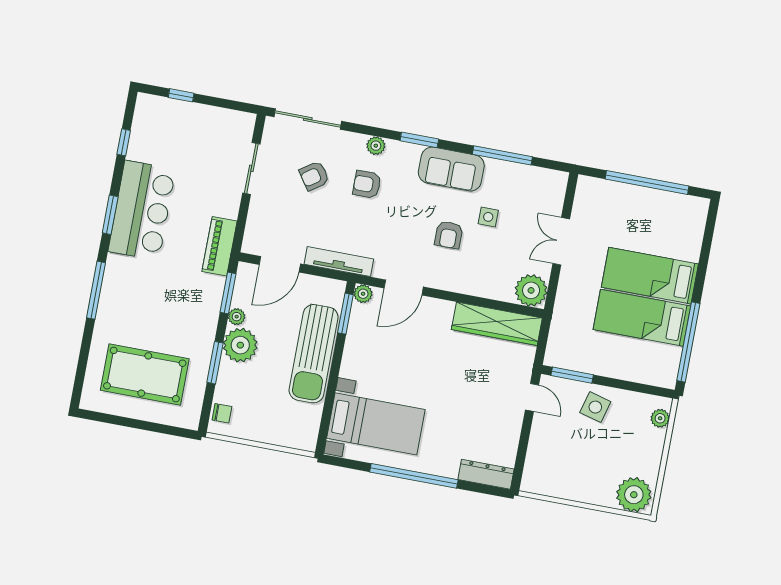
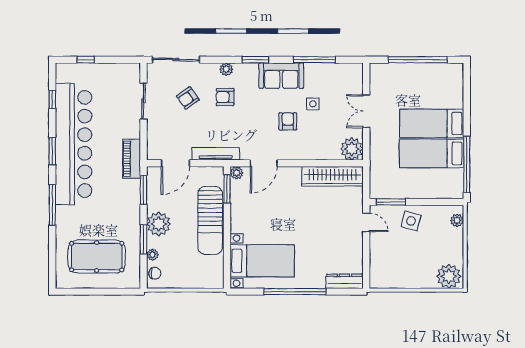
bar counter: (142, 210) -> (74, 144), width x1.86
armchair: (449, 235) -> (288, 121), turned 180
plant: (237, 317) -> (152, 255), moved

